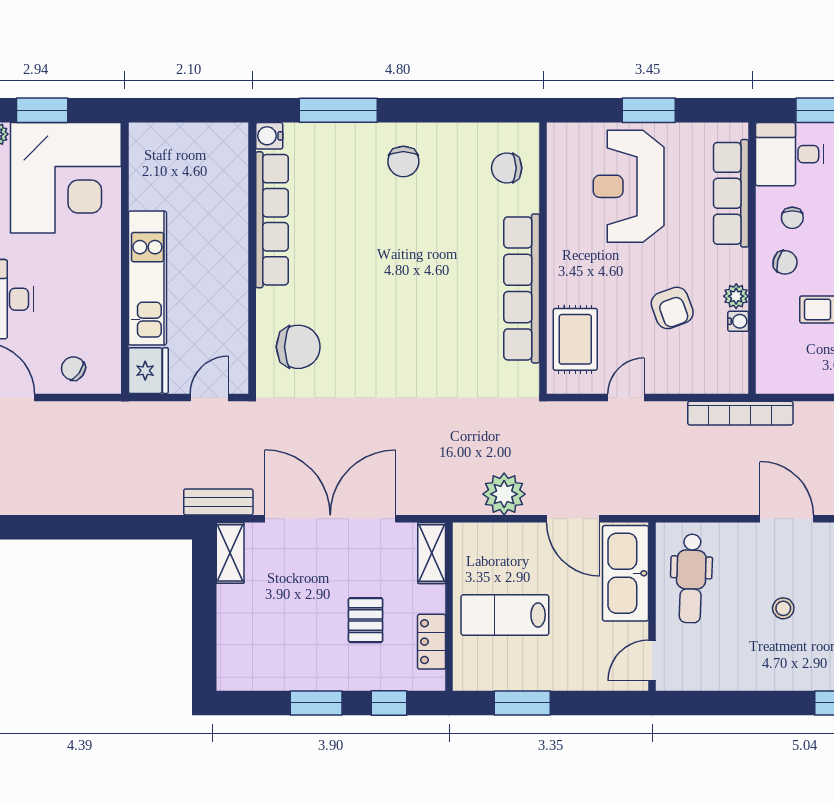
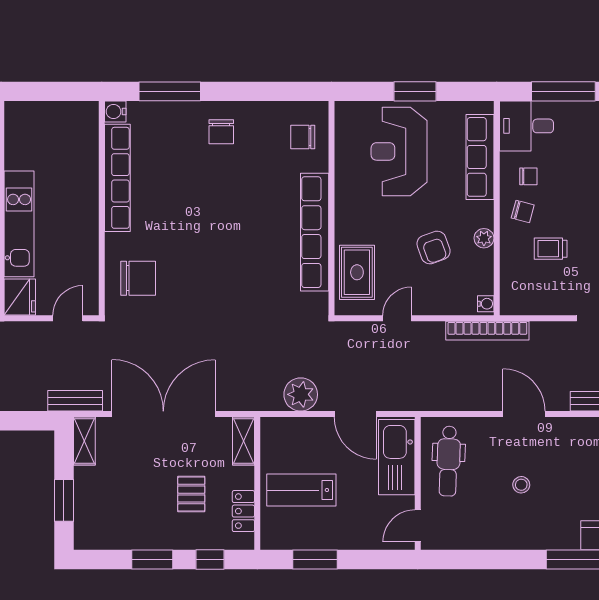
chair: (792, 218) -> (528, 176), turned -90
water cooler: (738, 321) -> (486, 304), moved
window: (204, 628) -> (64, 500), added

